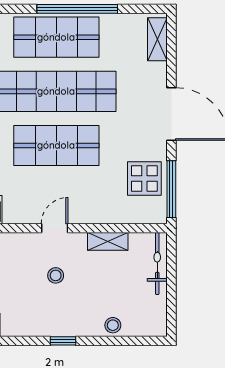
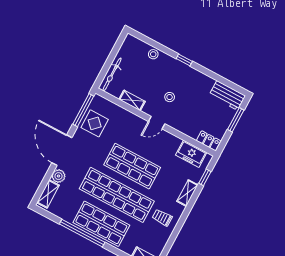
plant: (156, 74) -> (59, 176), added

